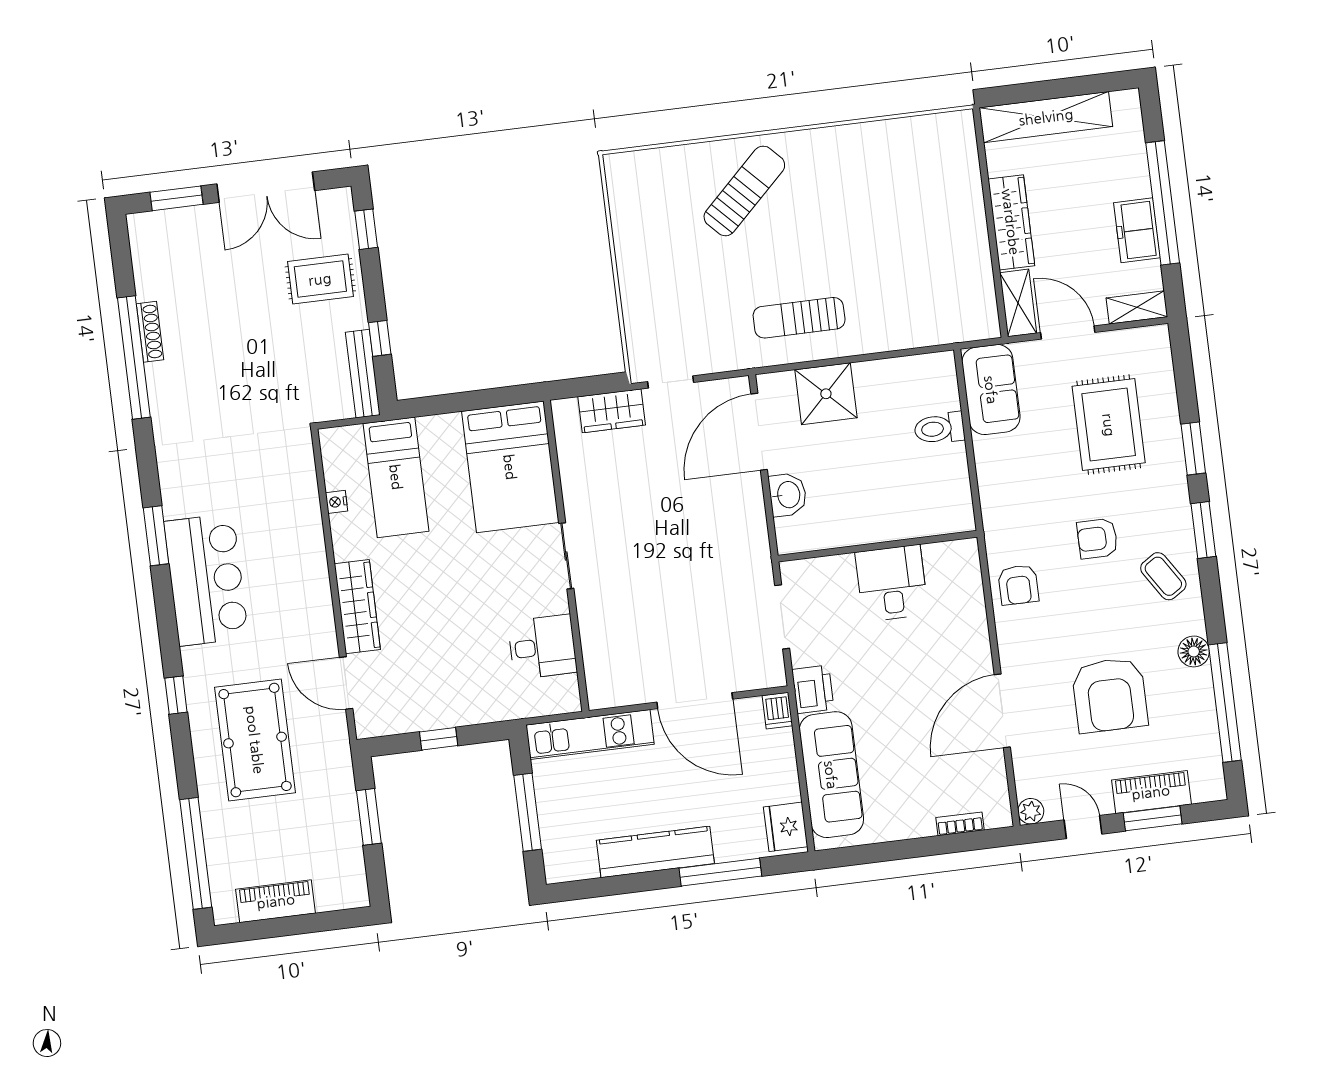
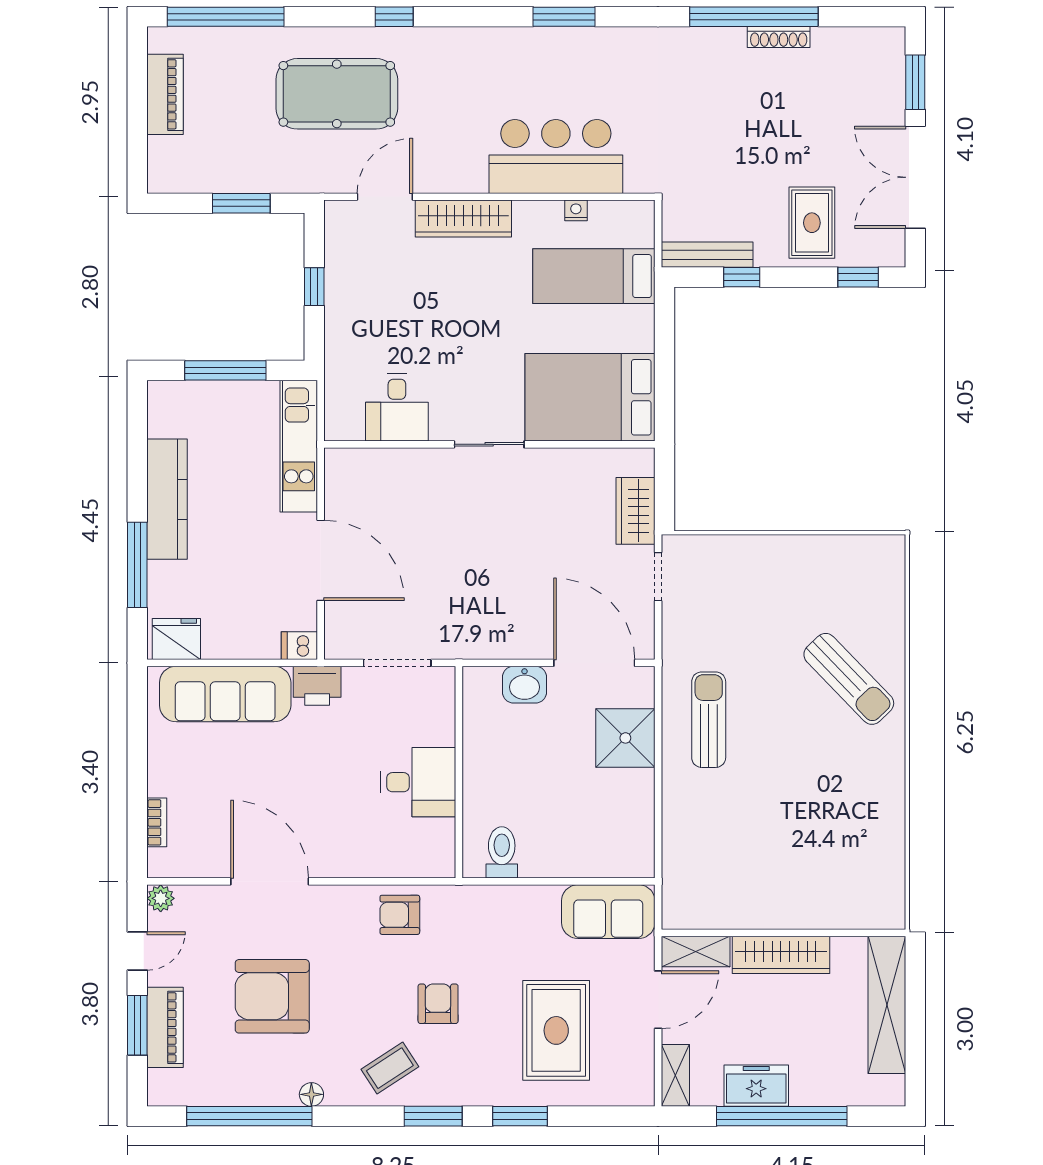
rug: (1109, 425) -> (556, 1030), turned 90
toilet: (939, 428) -> (502, 852), moved
bar counter: (206, 580) -> (556, 156), moved, turned 180
floor lamp: (1194, 651) -> (311, 1094), width x0.73, depth x0.73
door: (695, 701) -> (321, 560), swing flipped

